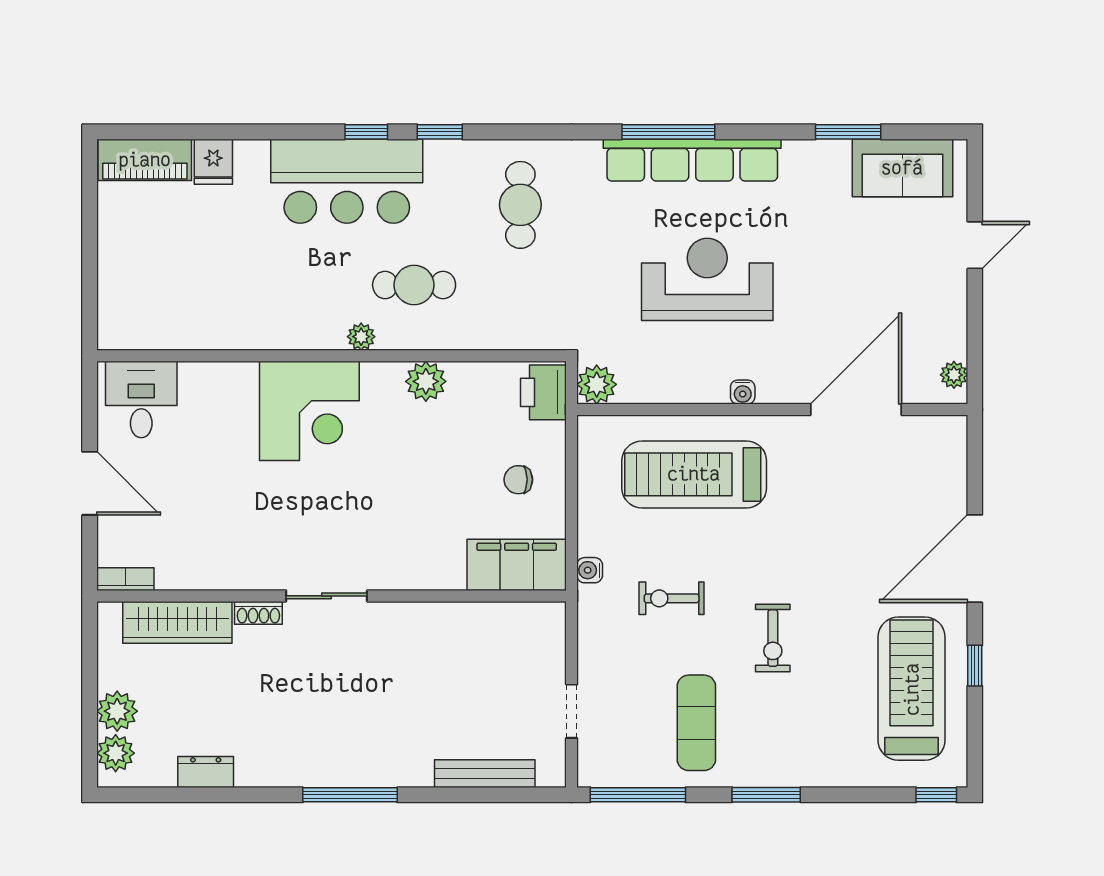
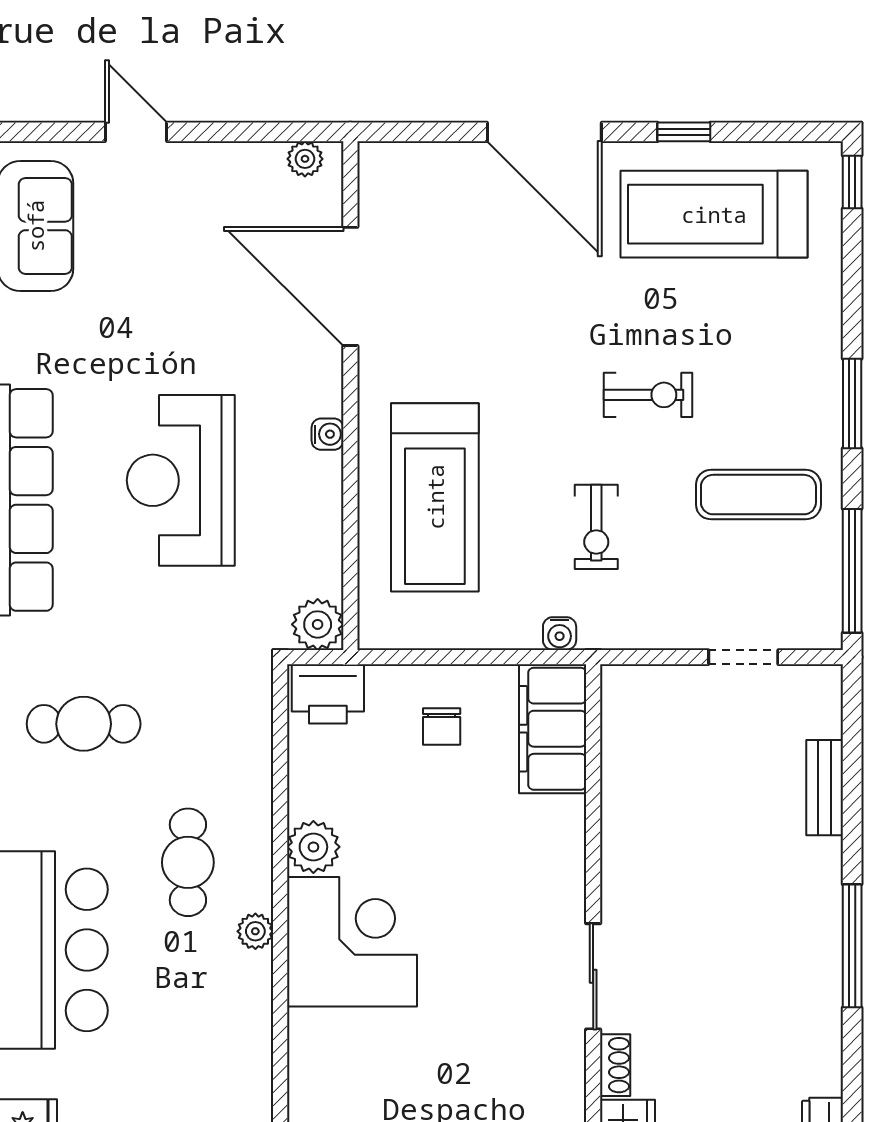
corner desk: (309, 411) -> (352, 942), moved
bench: (485, 774) -> (825, 788), width x0.73

